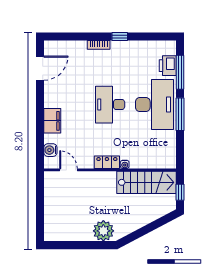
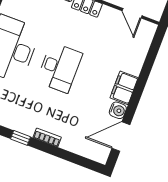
filing cabinet: (52, 121) -> (124, 88), moved
water cooler: (50, 150) -> (118, 110), moved

